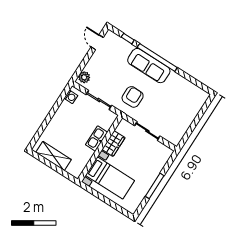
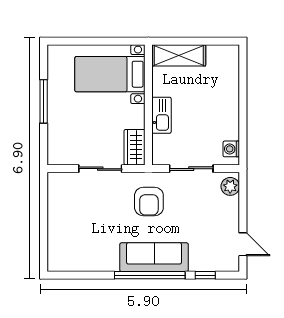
wardrobe: (113, 144) -> (135, 147), moved
shelving: (54, 156) -> (179, 55), moved

